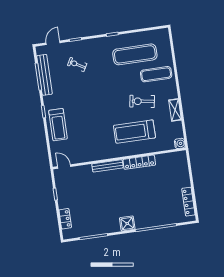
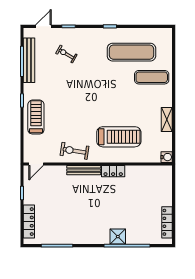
exercise bike: (142, 101) -> (74, 151), moved
treadmill: (58, 125) -> (36, 117), turned 180
treadmill: (134, 132) -> (119, 137), turned 180
locker: (139, 162) -> (113, 171), width x0.66
door: (64, 166) -> (36, 164), swing flipped
locker: (65, 219) -> (29, 222), width x1.53
shower: (127, 223) -> (118, 237), moved

